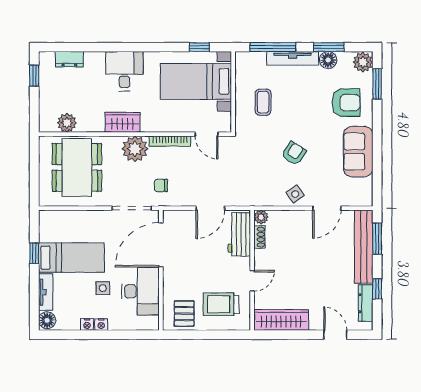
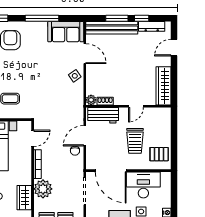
window: (377, 147) -> (42, 18), added
sofa: (358, 152) -> (66, 32), moved
armchair: (294, 153) -> (46, 77), removed
chair: (161, 185) -> (75, 151), moved
door: (210, 208) -> (85, 136), swing flipped
window: (377, 239) -> (117, 18), moved
door: (252, 281) -> (136, 106), swing flipped
trolley: (221, 304) -> (135, 141), moved

